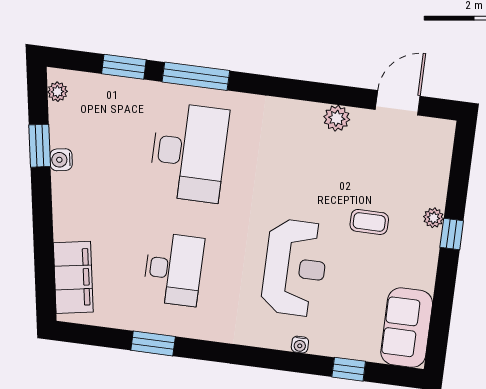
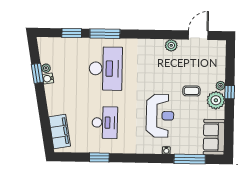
plant: (58, 92) -> (46, 68), moved
plant: (420, 248) -> (216, 100), added
window: (349, 369) -> (190, 159), width x2.17

